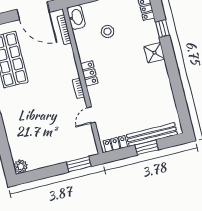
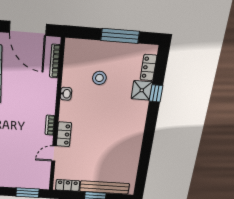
washbasin: (76, 17) -> (66, 94), moved, width x0.52, depth x0.69
shower: (154, 53) -> (142, 90), moved
locker: (89, 73) -> (64, 134), moved

